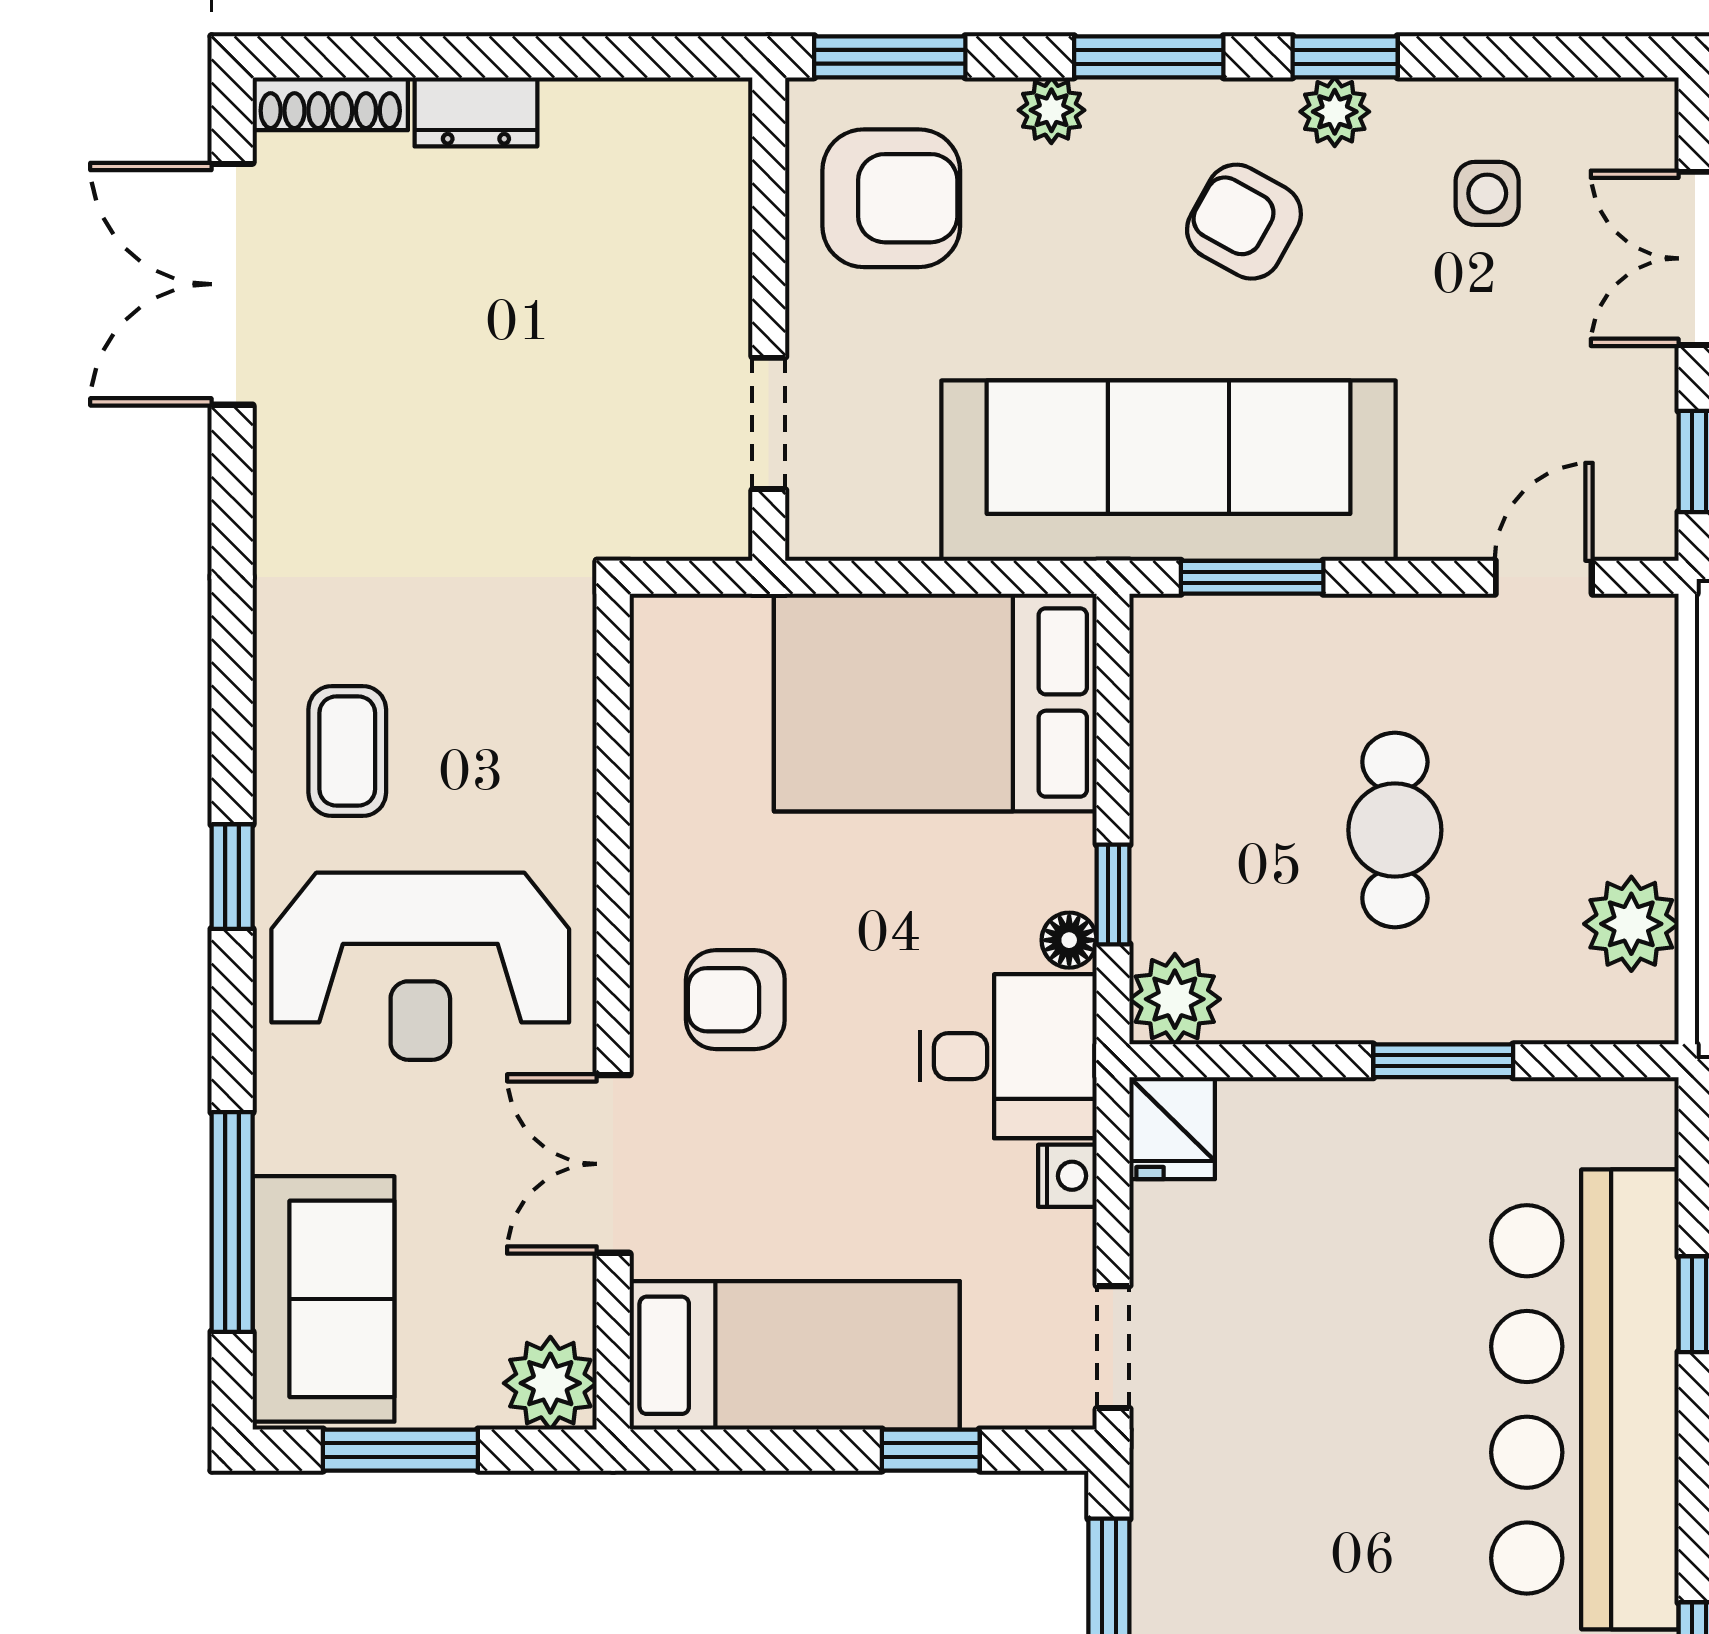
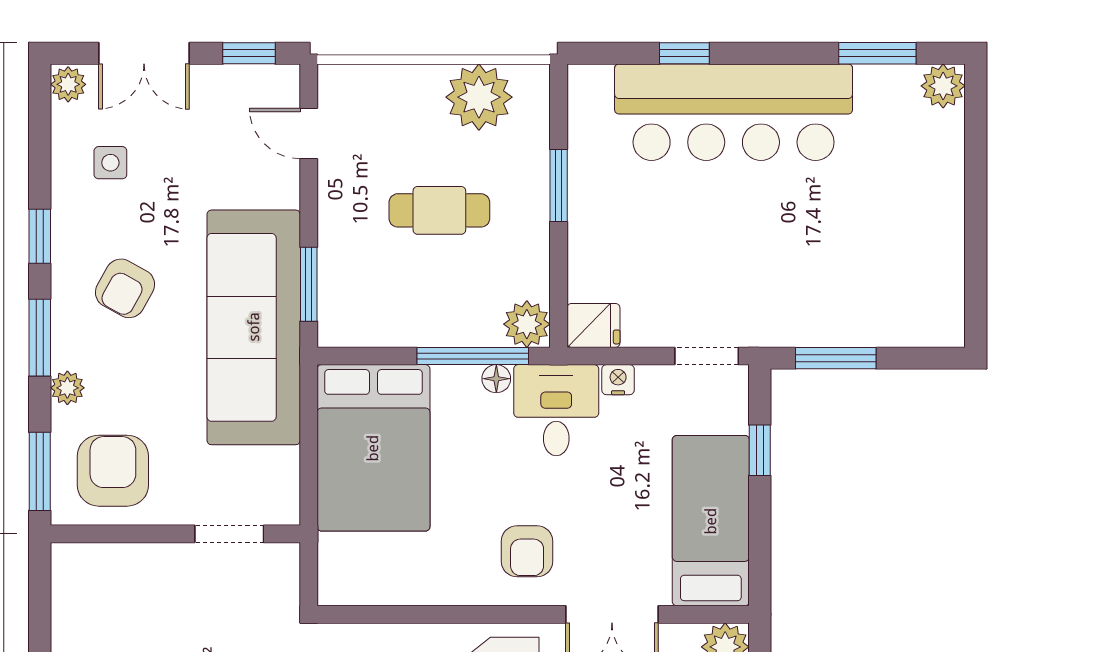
plant: (1335, 112) -> (68, 84), moved
window: (1113, 894) -> (473, 356), width x2.17
plant: (1631, 924) -> (479, 97), width x1.36, depth x1.36

